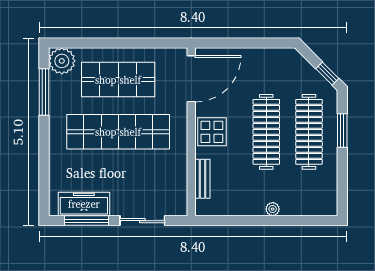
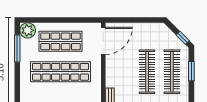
display table: (212, 132) -> (115, 72), removed

